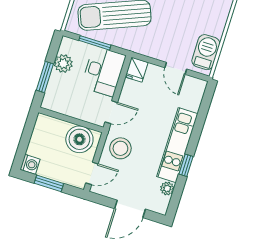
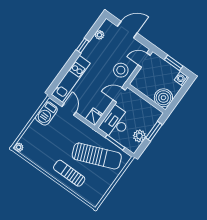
boiler: (79, 139) -> (163, 98), moved
kitchen unit: (177, 145) -> (71, 79), moved

